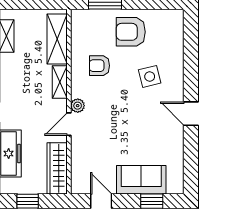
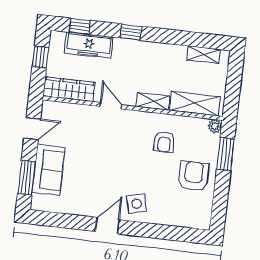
armchair: (99, 66) -> (164, 142), turned 180
side table: (150, 76) -> (137, 204), moved
plant: (78, 106) -> (215, 126), moved
window: (152, 201) -> (27, 178), width x1.50

